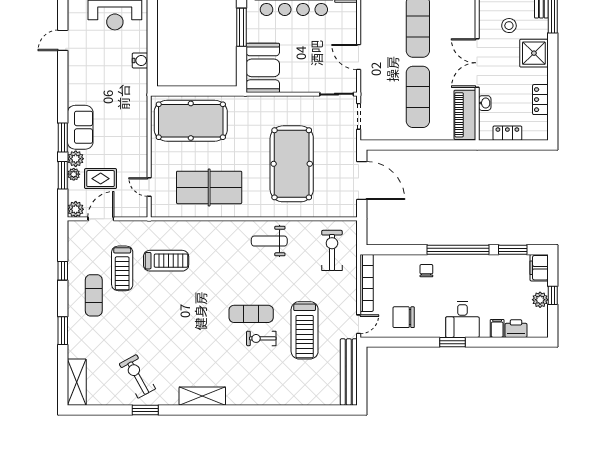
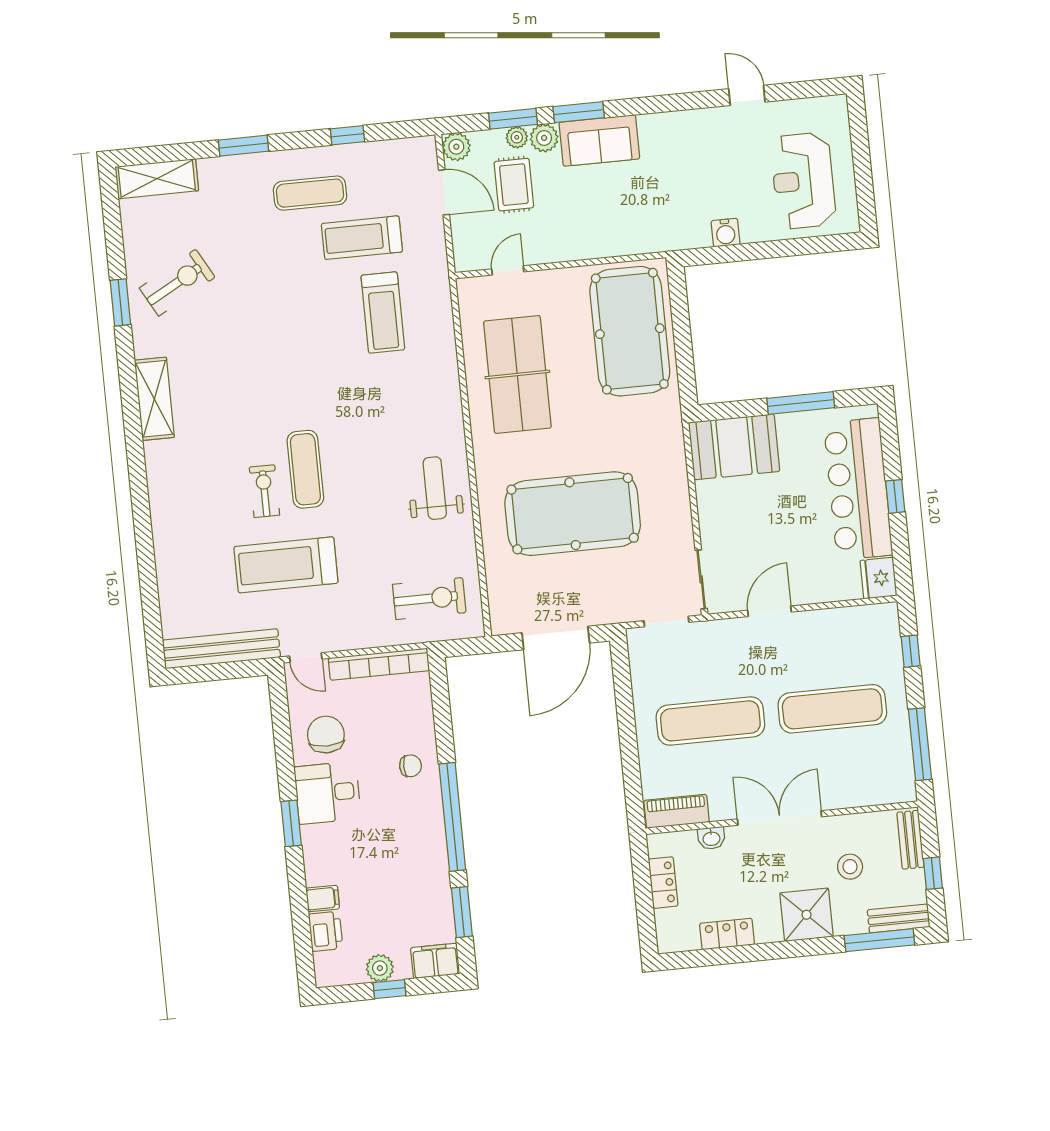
piano: (465, 115) -> (677, 811), width x0.73, depth x0.75
desk: (462, 320) -> (328, 793), moved

